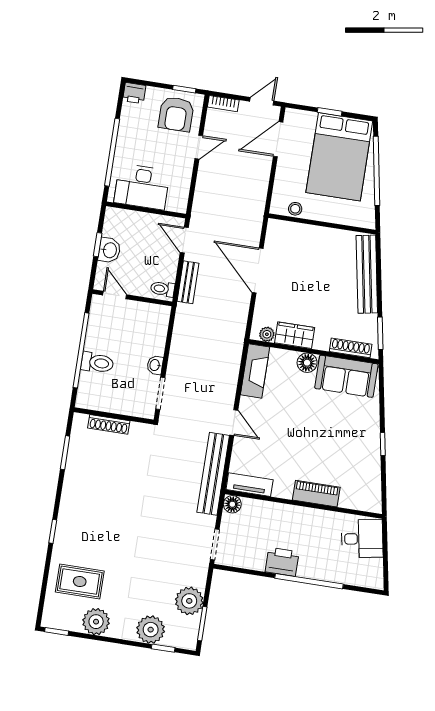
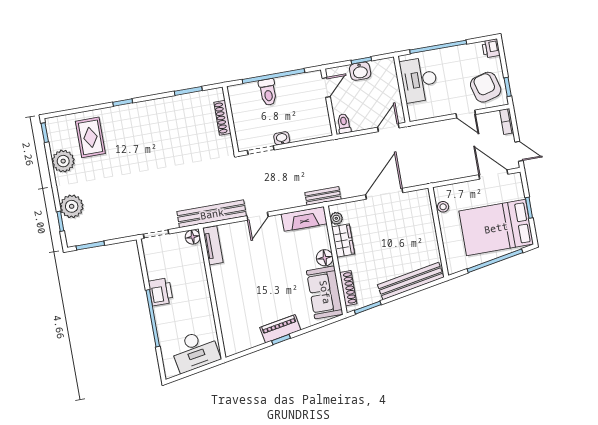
armchair: (176, 114) -> (486, 87), turned 75
bench: (188, 282) -> (323, 196), moved
piano: (316, 494) -> (280, 329), moved, turned -100
desk: (362, 539) -> (195, 351), width x1.37
plant: (189, 601) -> (105, 229), removed

